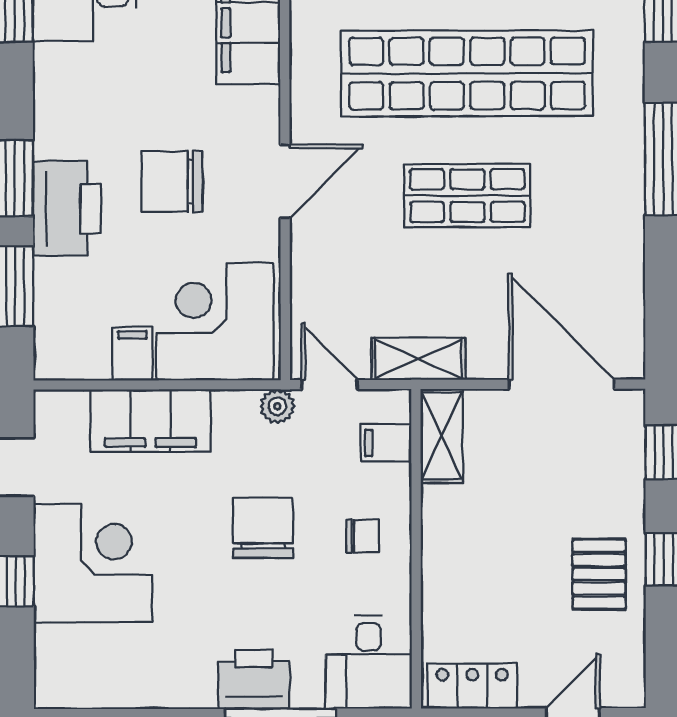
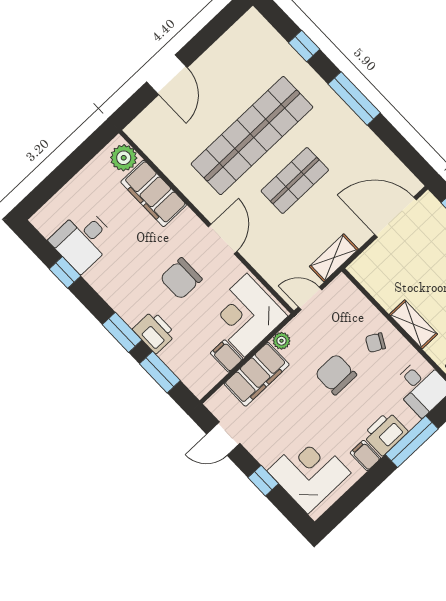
printer: (67, 209) -> (154, 332), width x0.73, depth x0.84
plant: (277, 406) -> (281, 341), moved
shelving: (442, 436) -> (413, 324), moved
filing cabinet: (386, 443) -> (365, 455), moved, turned 90
chair: (363, 536) -> (375, 343), turned -151
corner desk: (93, 563) -> (309, 472), moved

